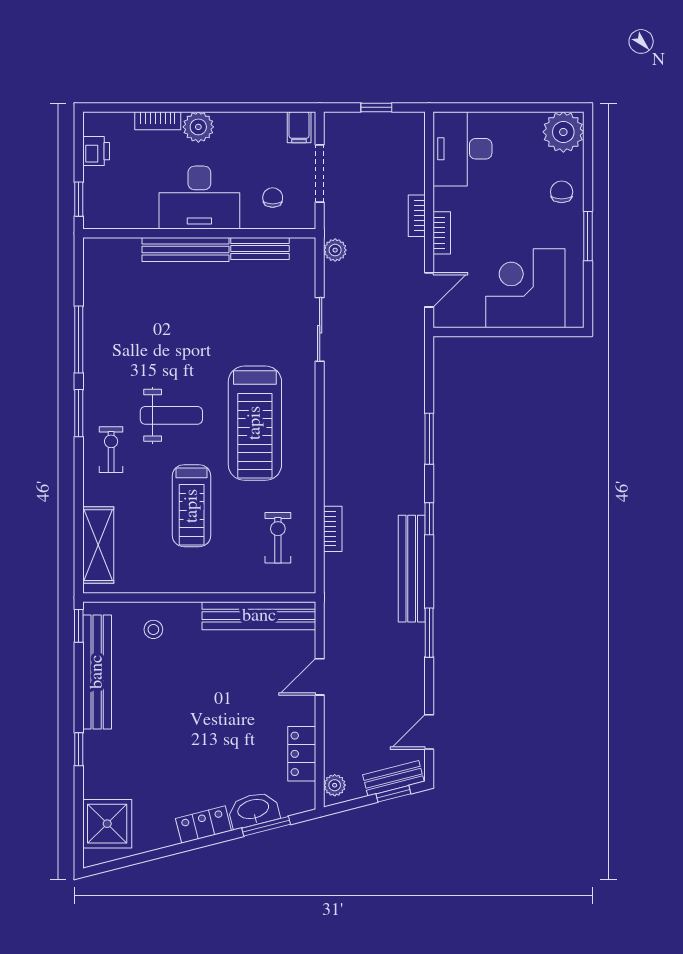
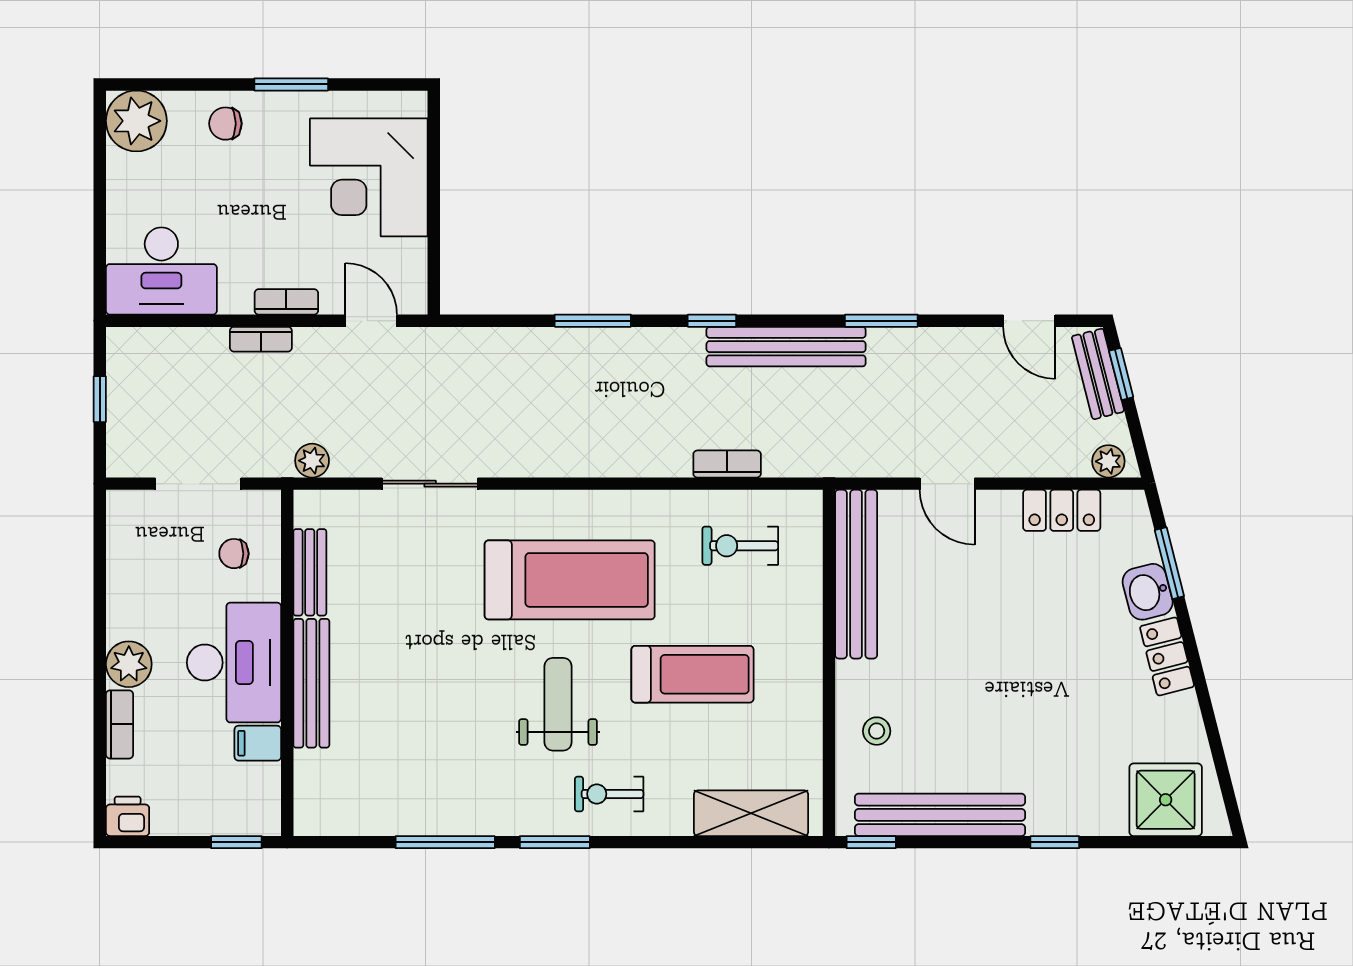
filing cabinet: (299, 127) -> (258, 743), moved, turned 180
printer: (96, 151) -> (128, 816), moved
washbasin: (253, 810) -> (1148, 592), width x0.72

